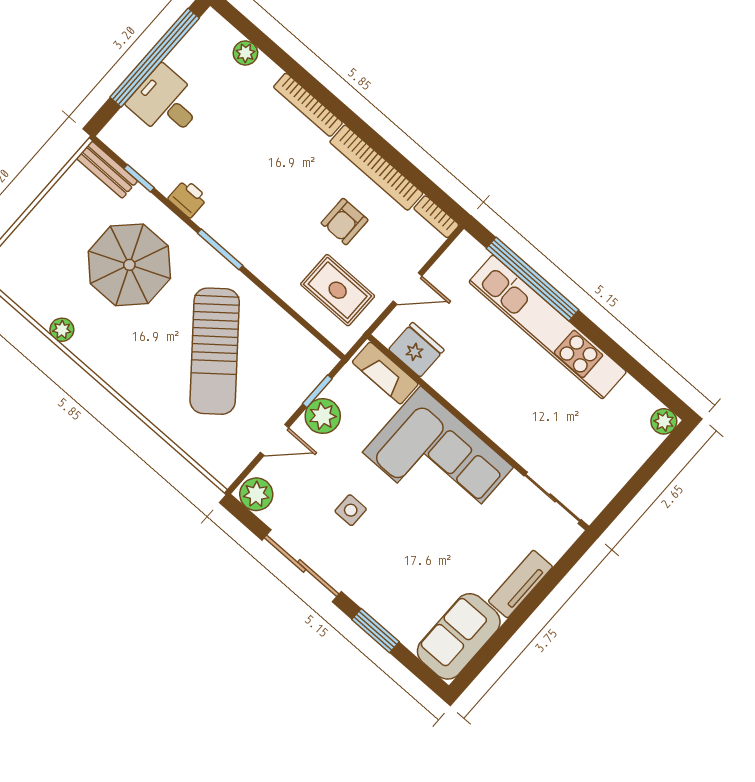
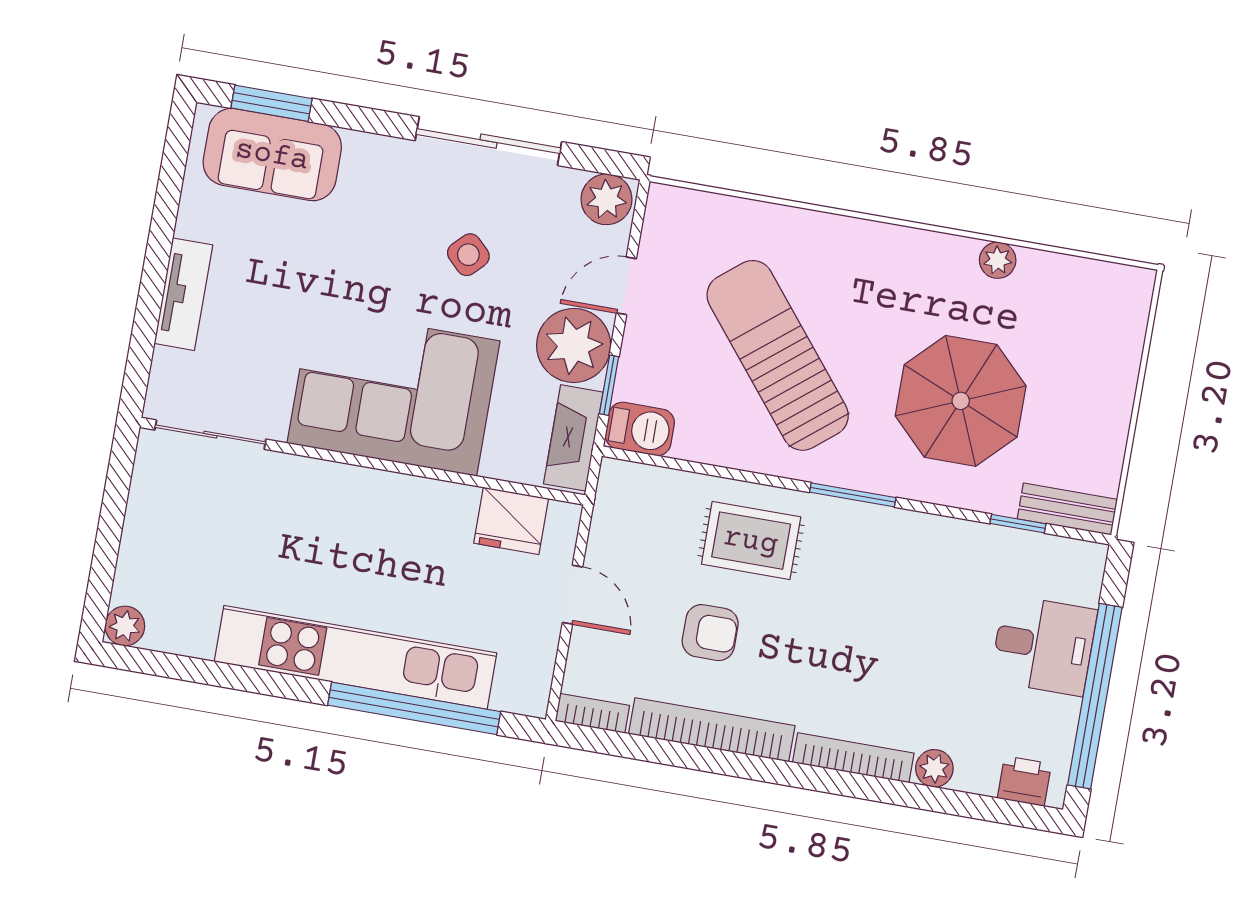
plant: (245, 53) -> (934, 768), moved
printer: (188, 198) -> (1024, 781), moved, turned 180
armchair: (345, 222) -> (710, 633), turned 90
door: (408, 289) -> (572, 595), swing flipped
rug: (338, 290) -> (751, 541), moved
barbecue: (315, 357) -> (640, 429), added
fireplace: (385, 373) -> (573, 438), moved, turned -90
plant: (323, 416) -> (574, 345), width x1.36, depth x1.36
side table: (351, 510) -> (468, 255), turned 45
window: (375, 631) -> (272, 103), moved
sofa: (459, 636) -> (272, 155), moved, turned 90

